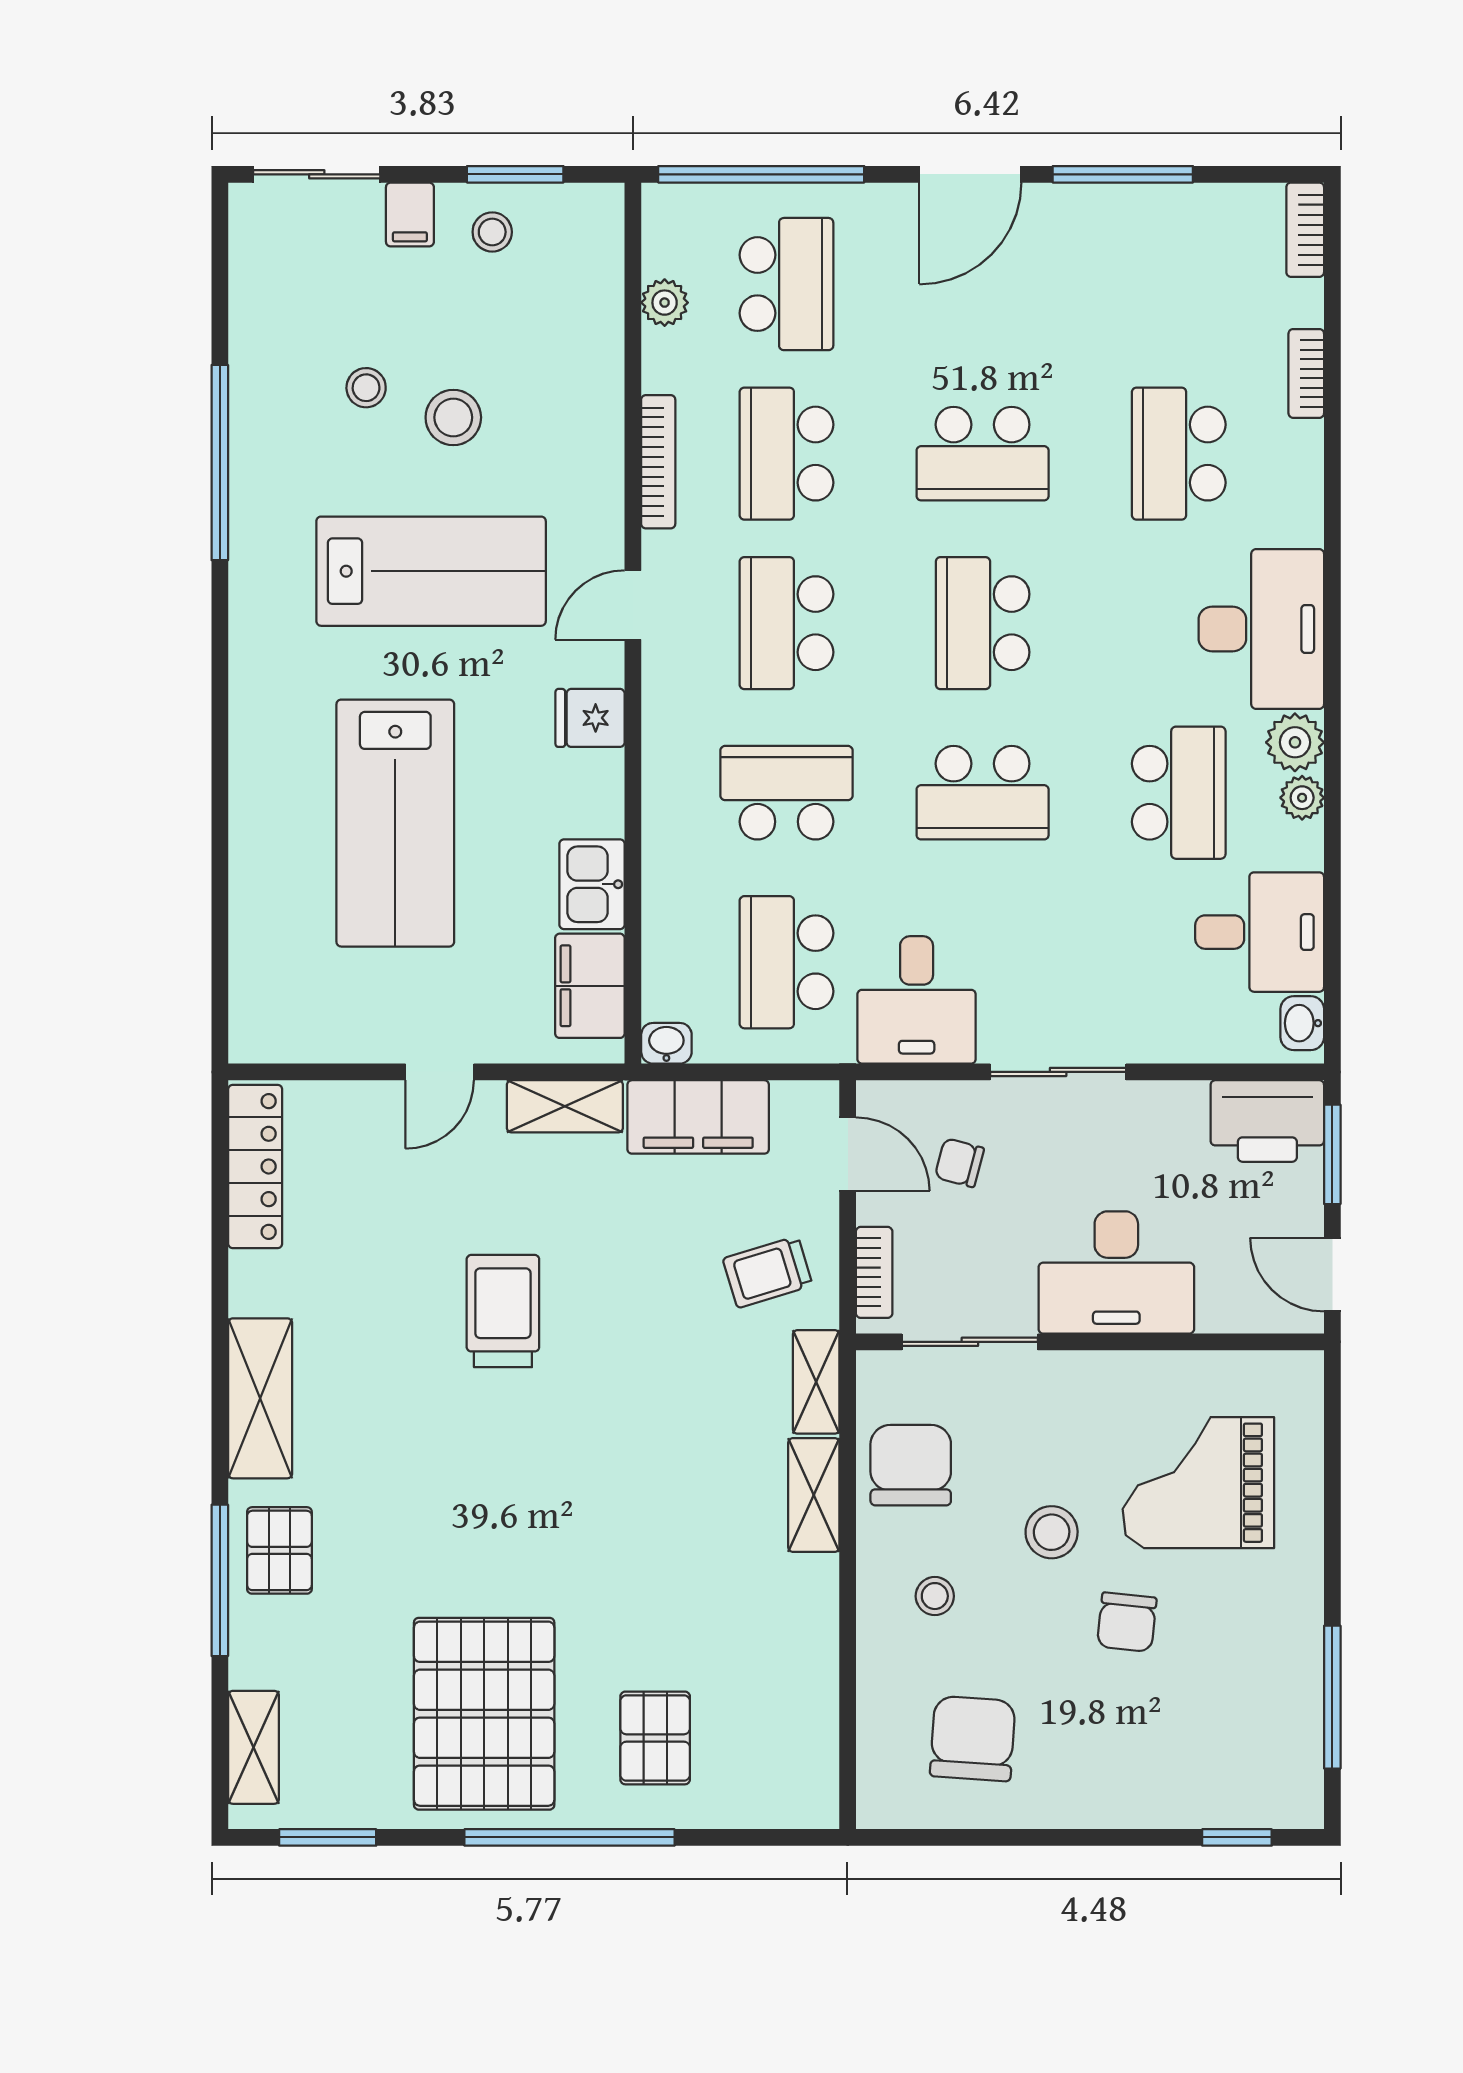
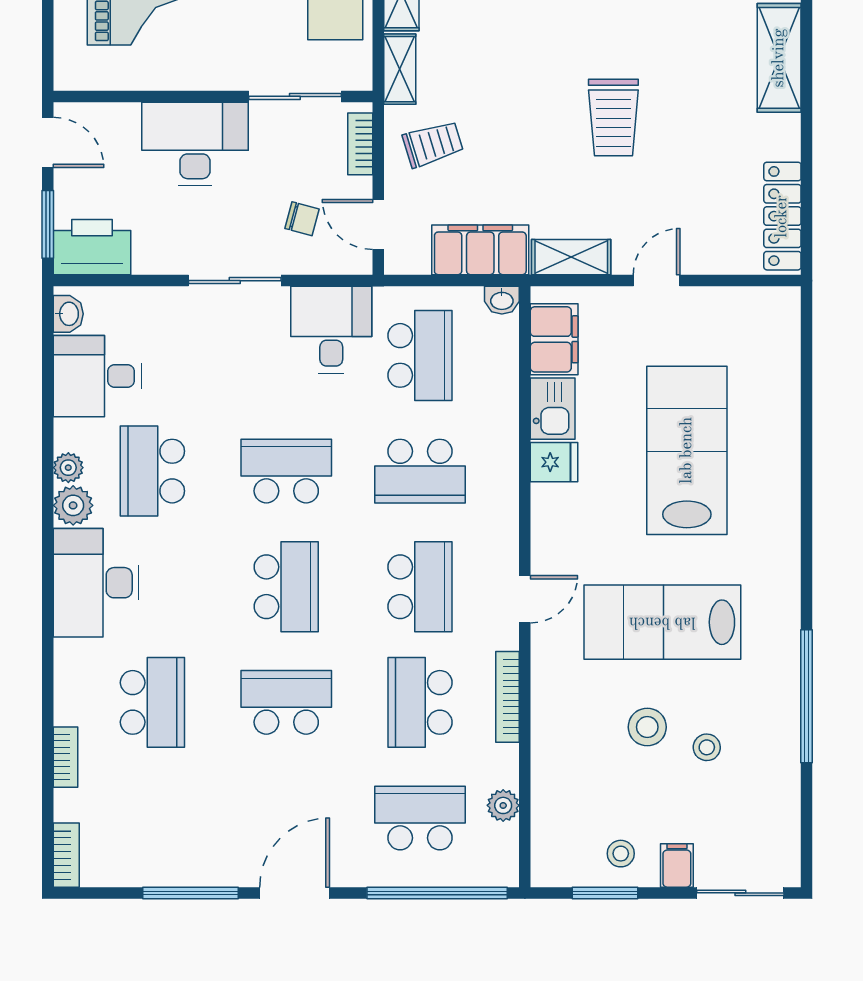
school desk: (786, 284) -> (420, 818), turned 90
school desk: (786, 454) -> (420, 702), turned 180
fridge: (590, 718) -> (554, 462), moved

